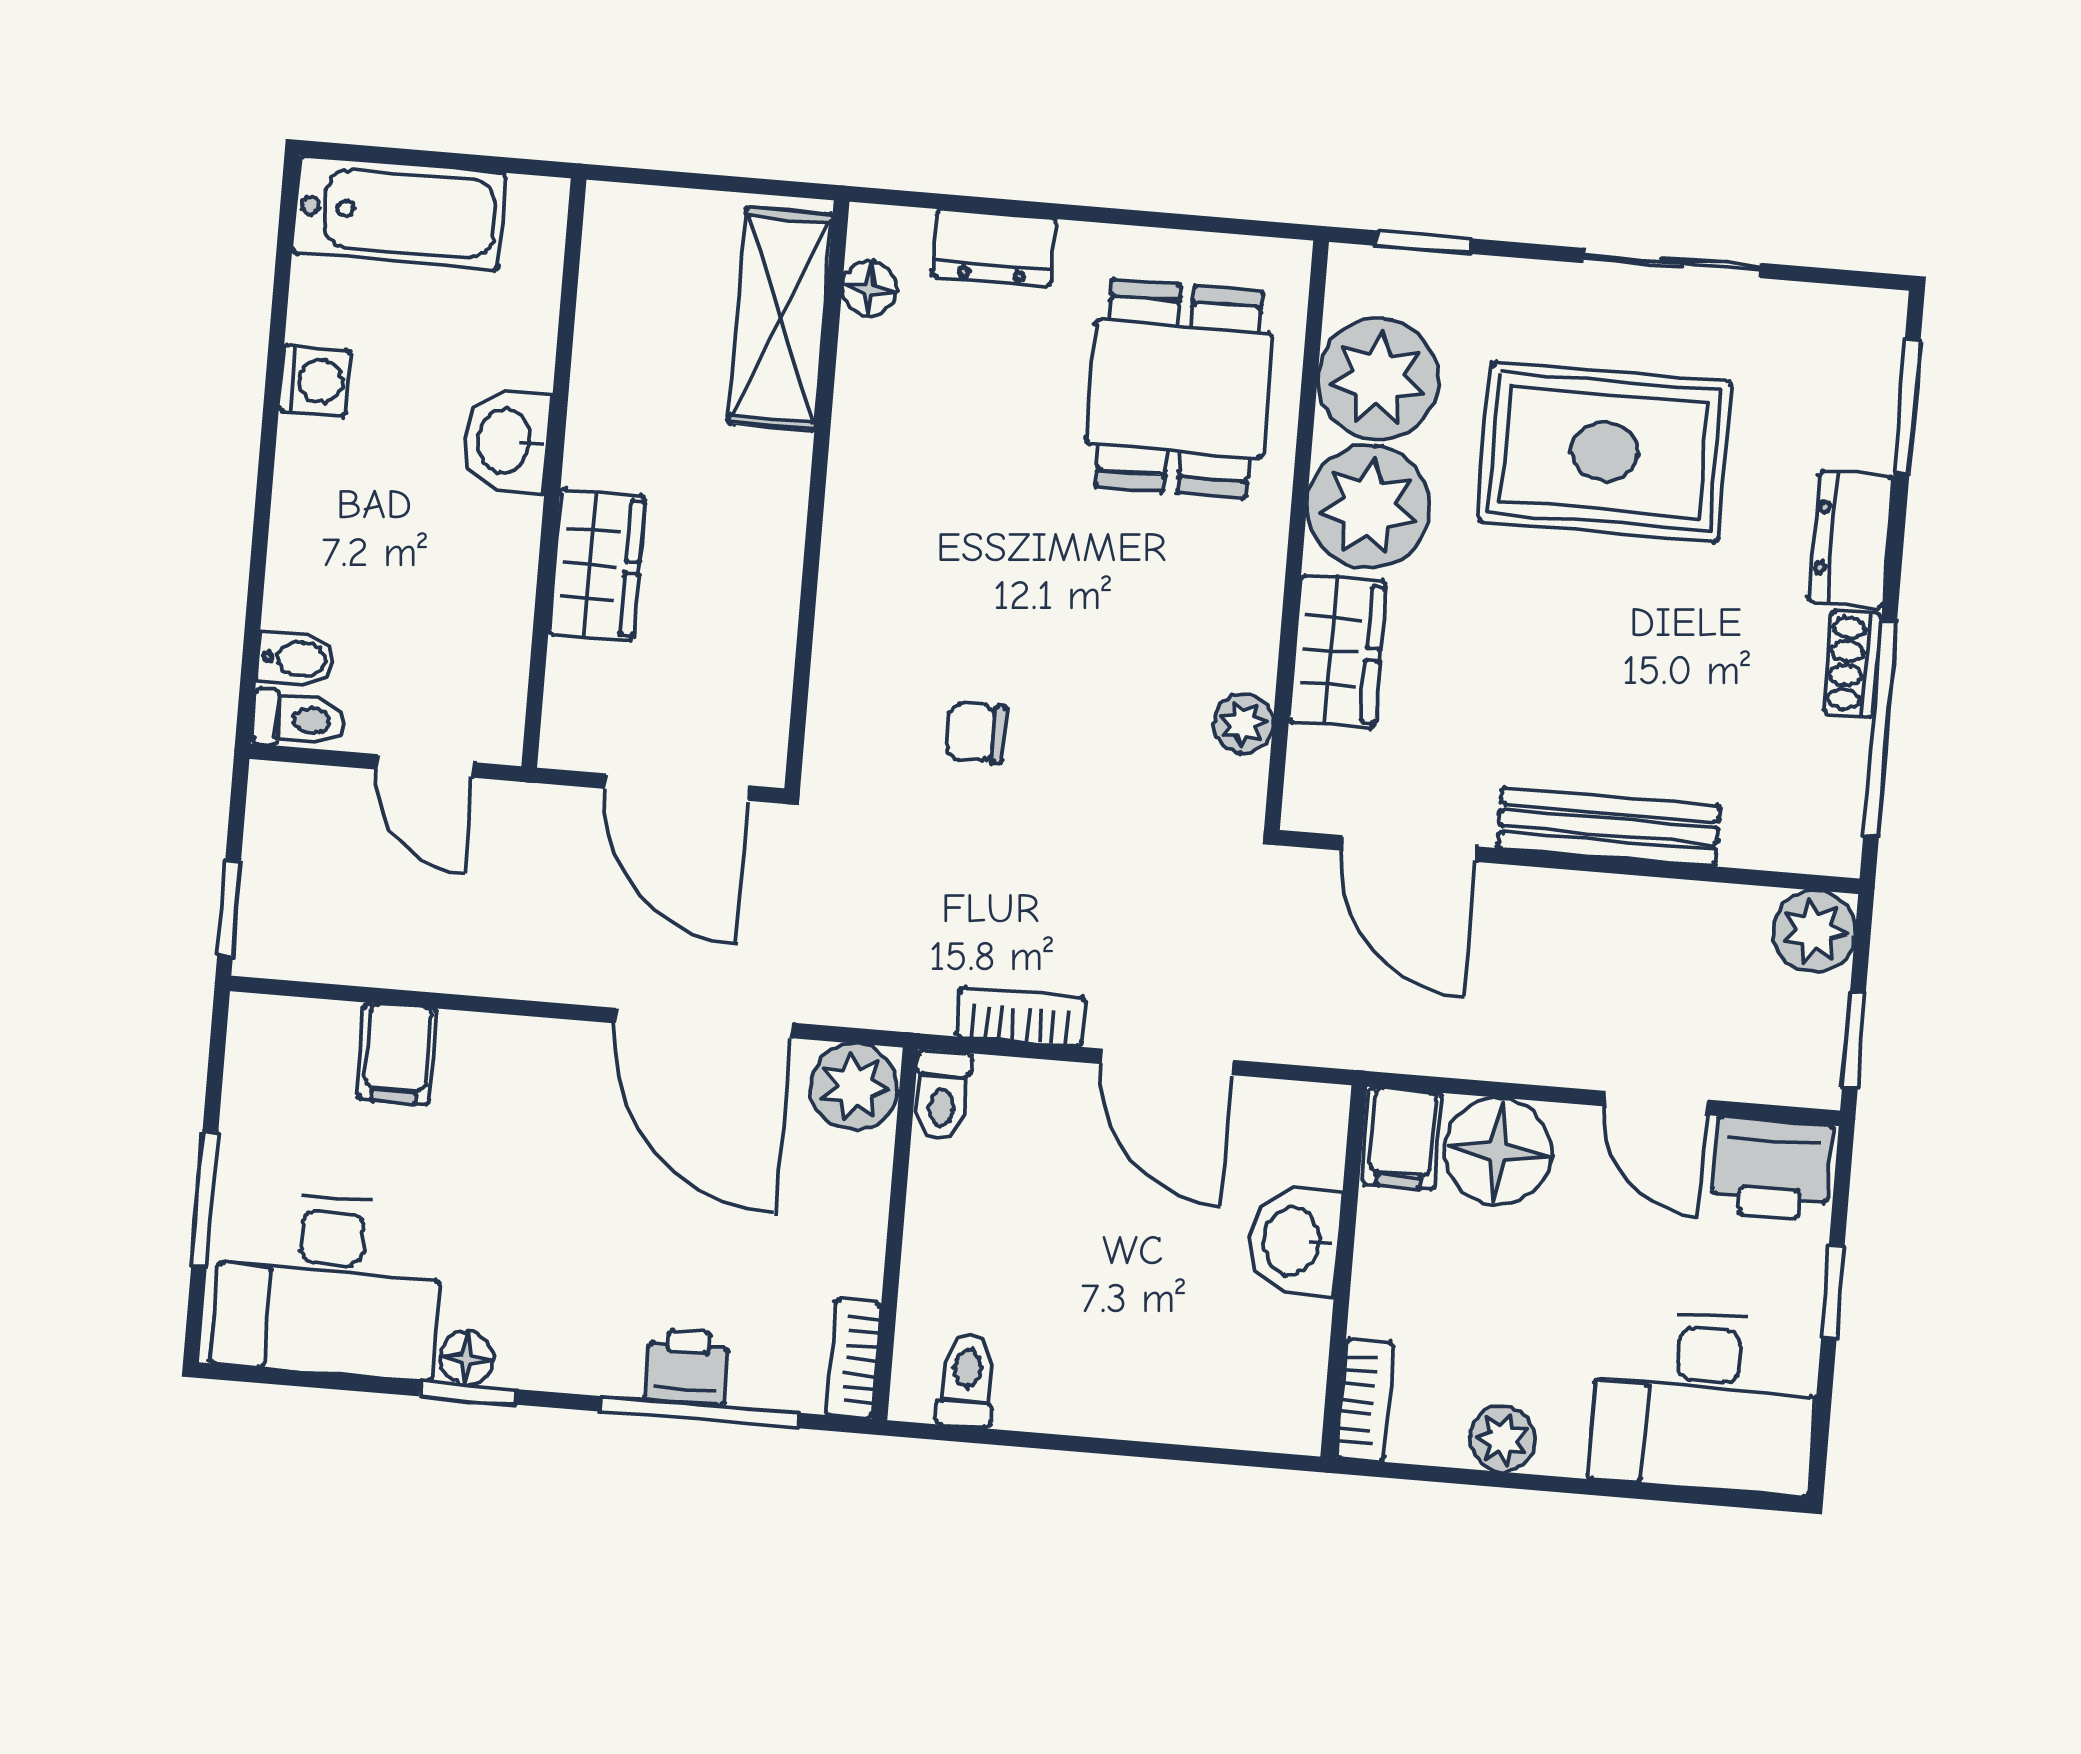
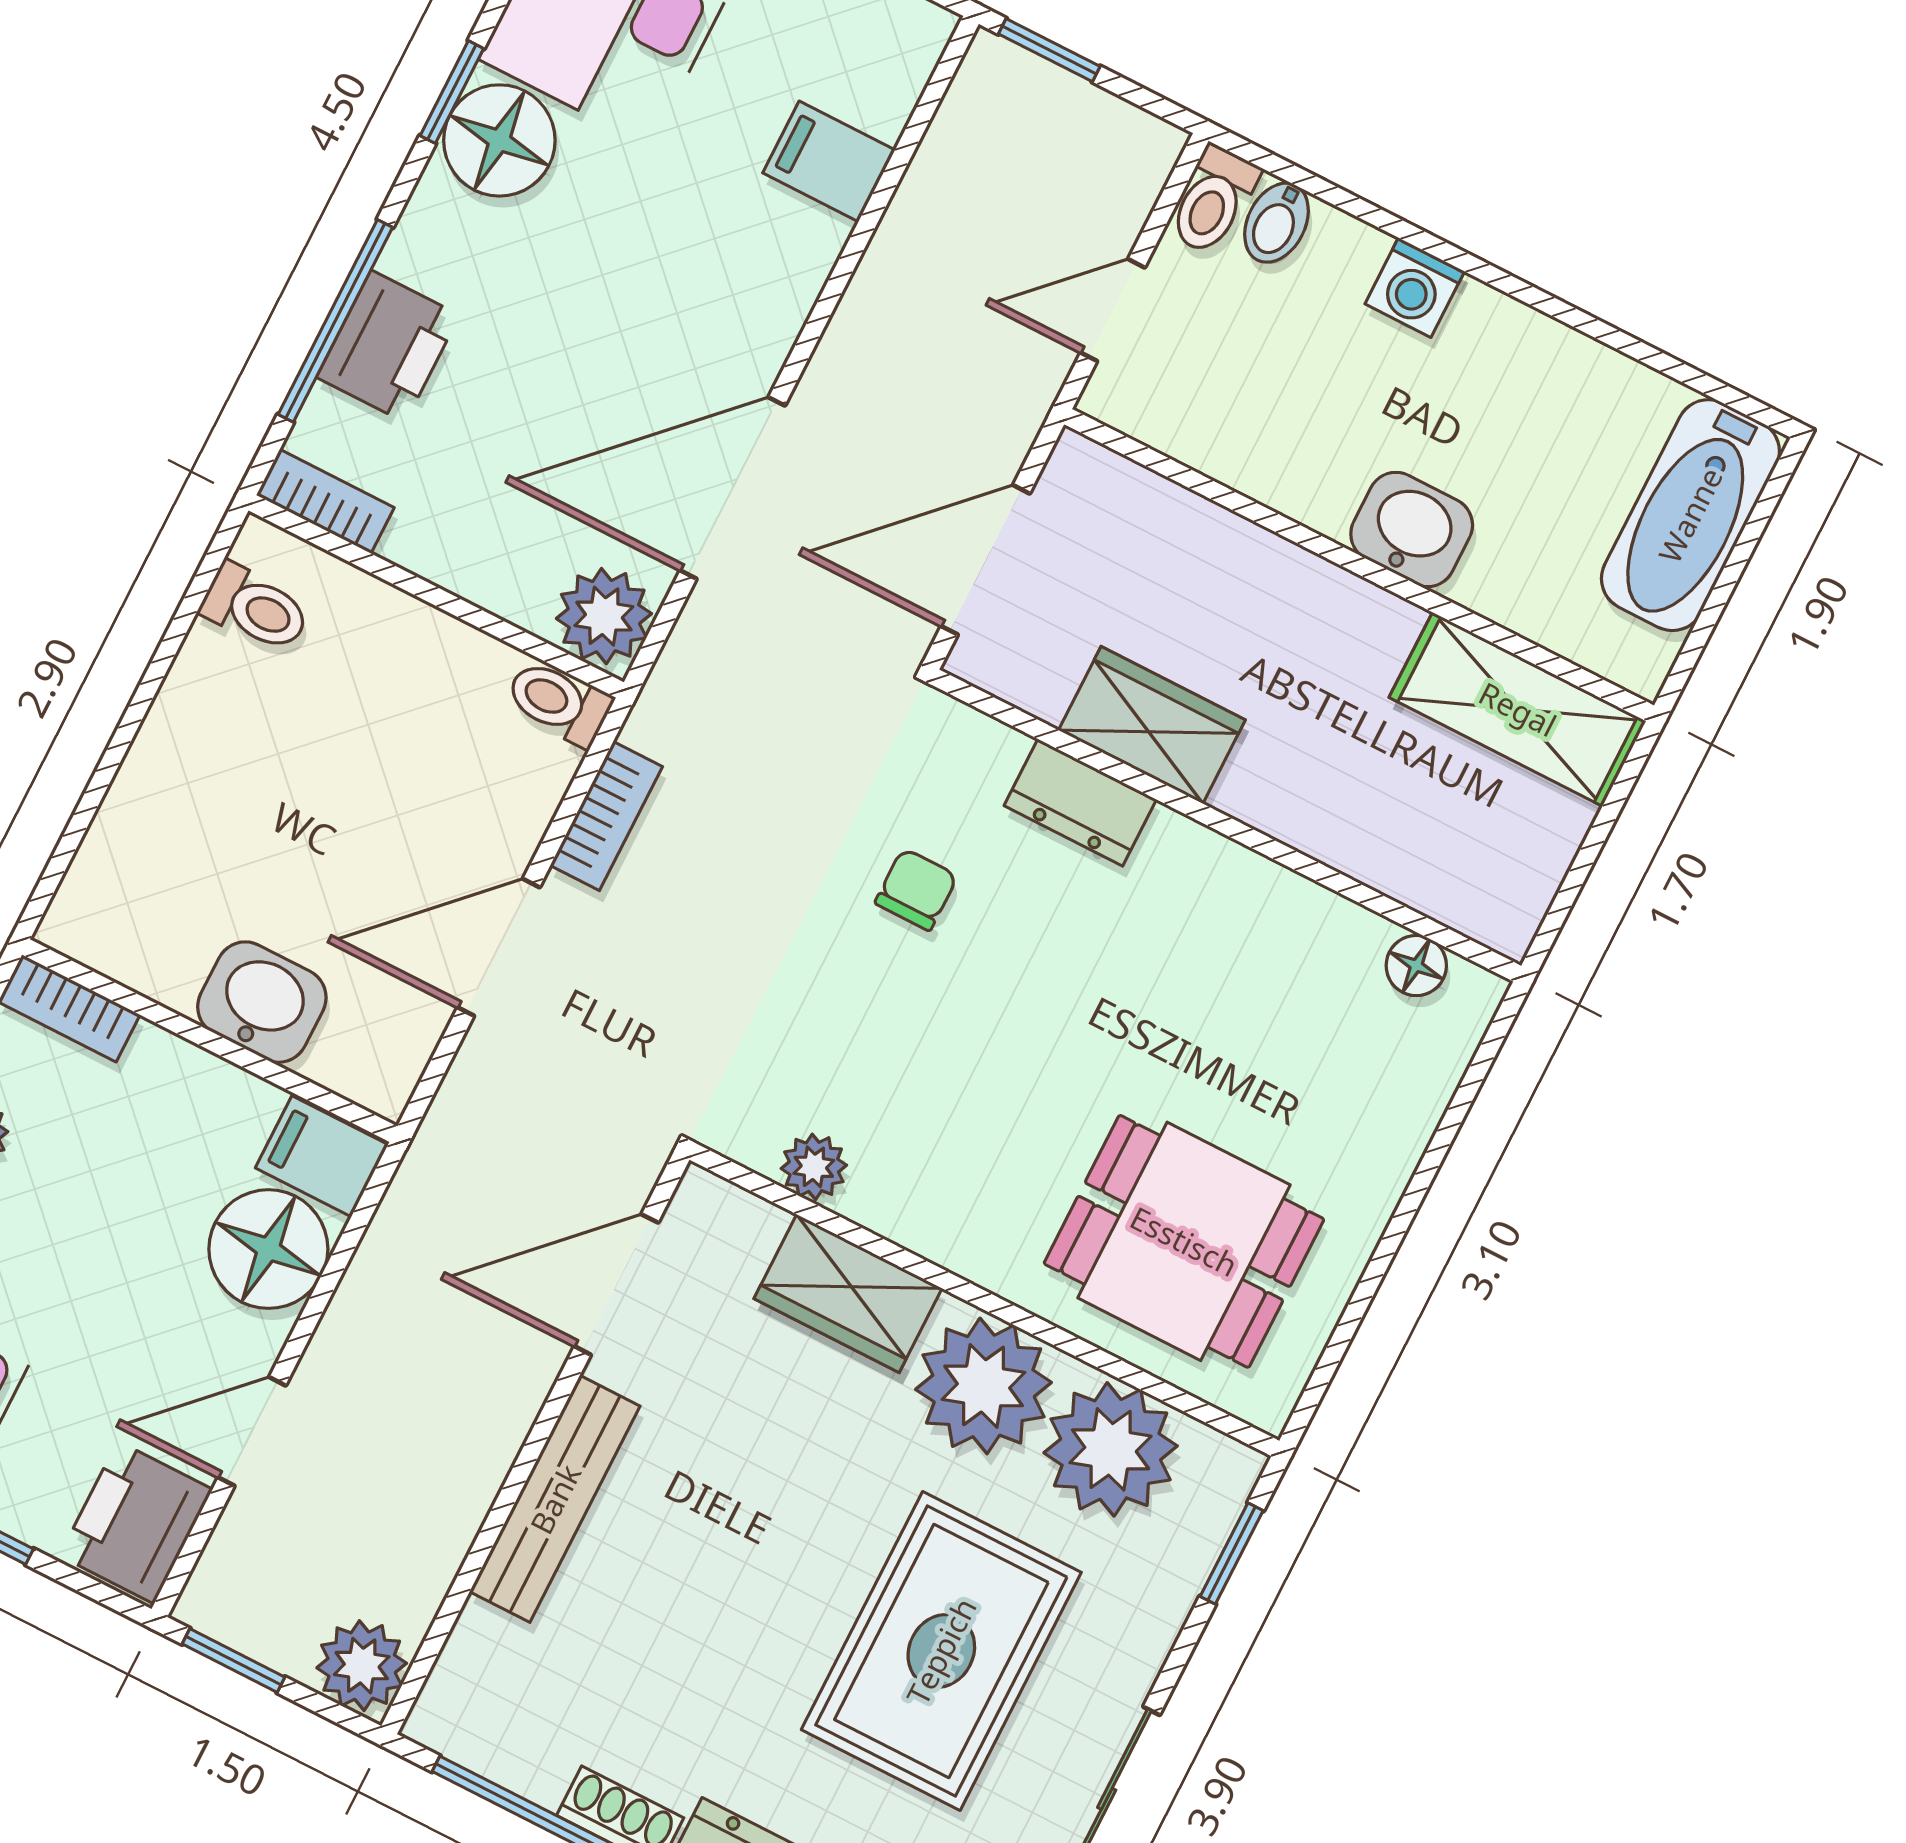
dresser: (994, 248) -> (1080, 803), moved, turned -90
shelving: (780, 319) -> (1518, 709), moved
washing machine: (315, 381) -> (1415, 288), moved
wardrobe: (597, 565) -> (1152, 725), moved, turned 180
floor lamp: (467, 1358) -> (499, 140), width x1.89, depth x1.89
printer: (687, 1367) -> (388, 346), width x1.36, depth x1.24

